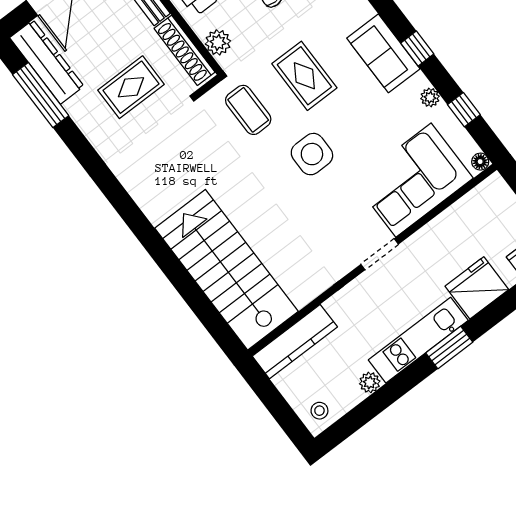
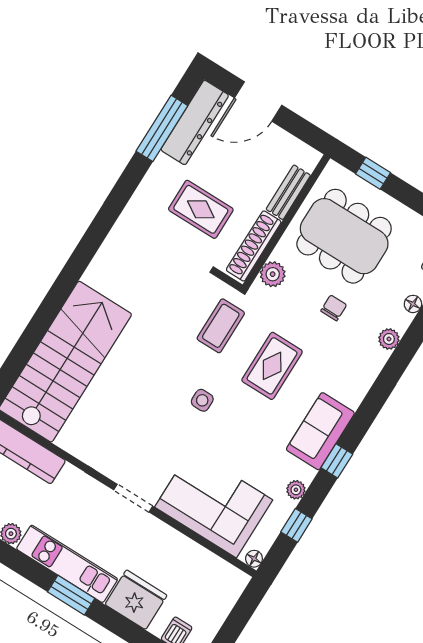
side table: (312, 154) -> (202, 400), width x0.54, depth x0.54

